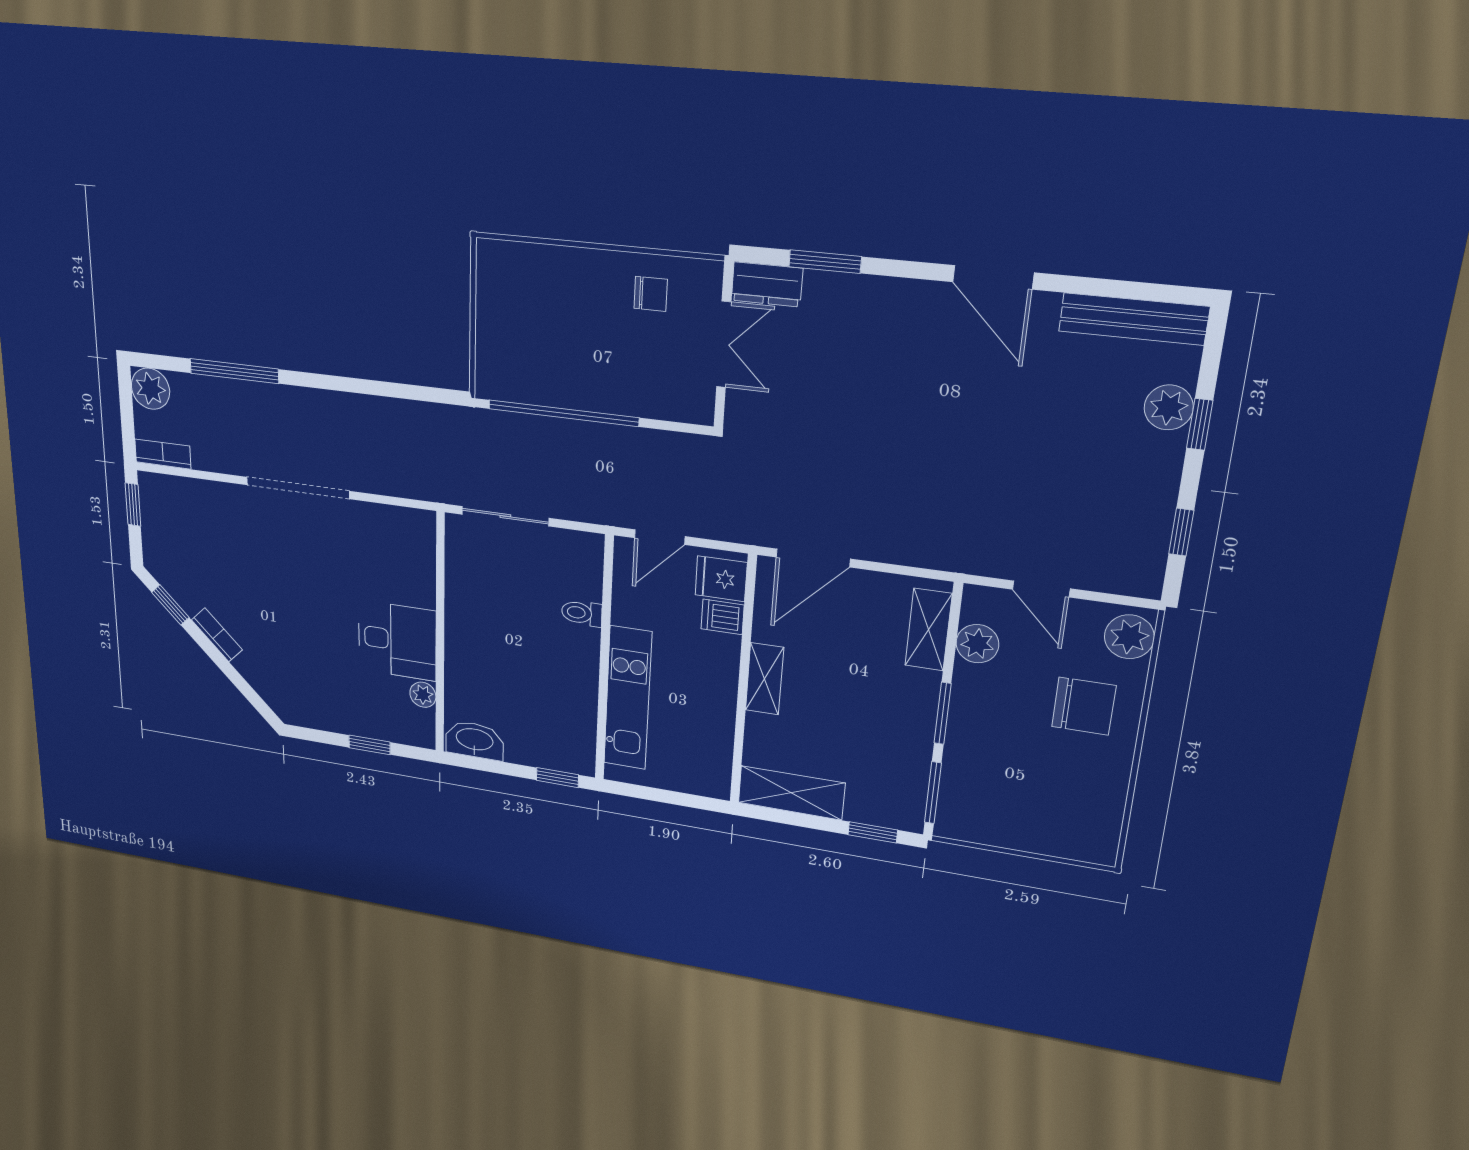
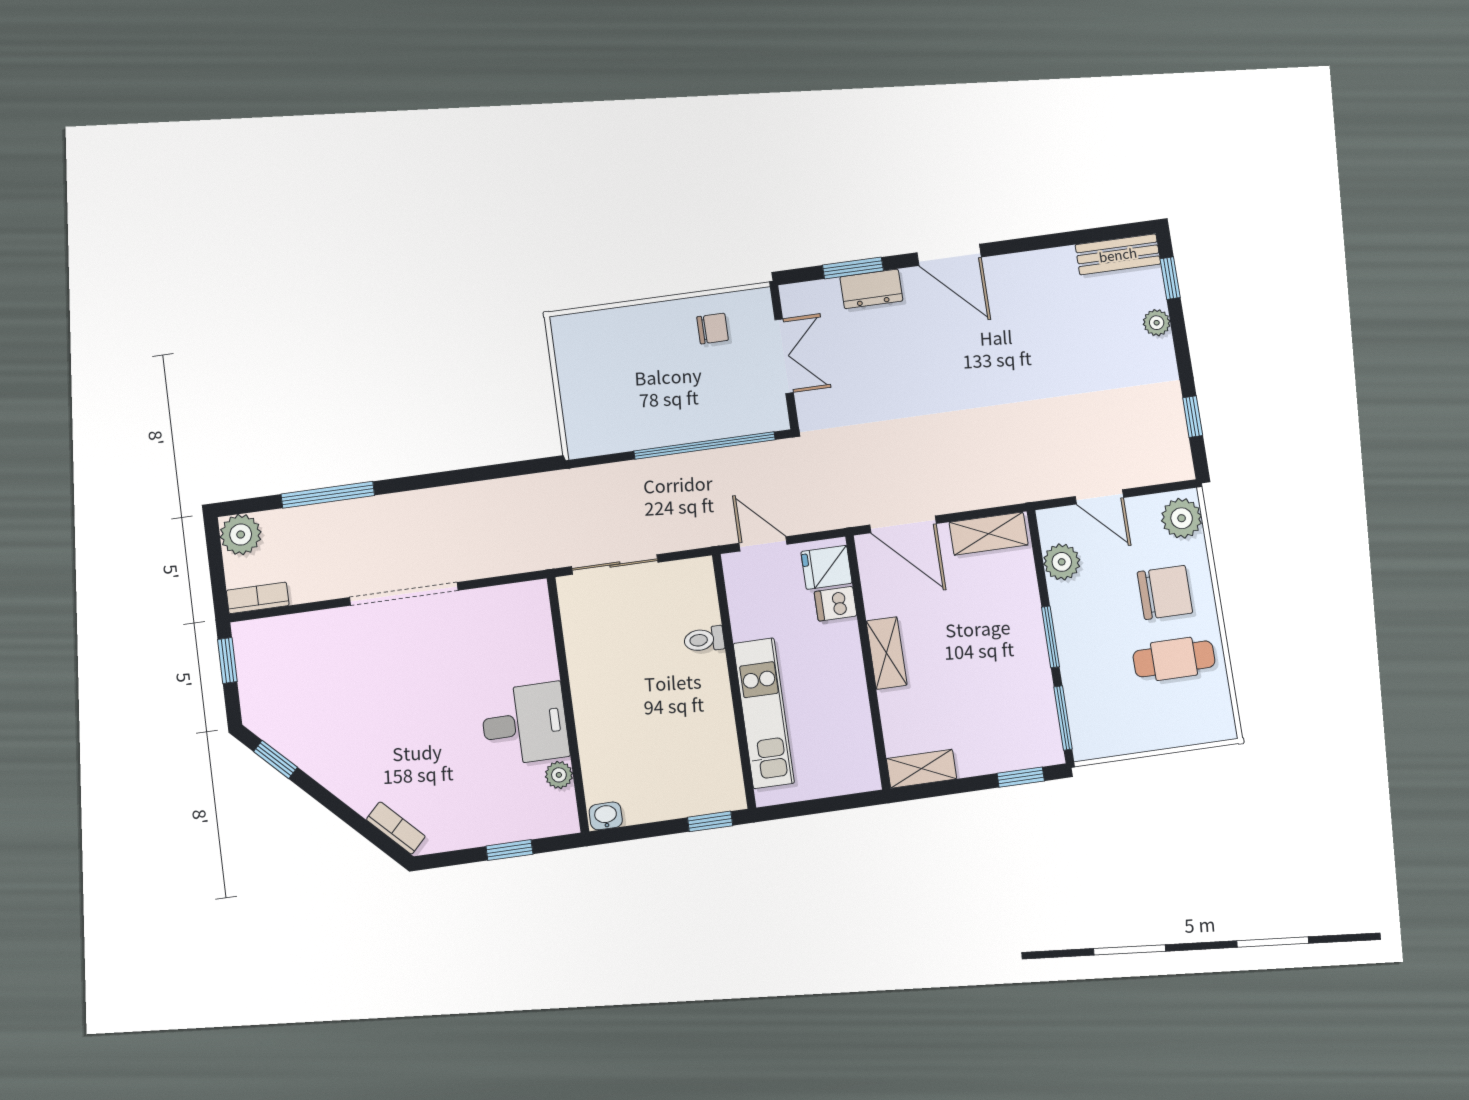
door: (993, 277) -> (949, 255), moved
dresser: (767, 284) -> (871, 289), moved
bench: (1134, 319) -> (1118, 254), width x0.73
plant: (1169, 407) -> (1157, 323), width x0.73, depth x0.73
window: (563, 413) -> (705, 445), moved
window: (1200, 424) -> (1170, 278), moved
door: (660, 537) -> (763, 544), swing flipped
door: (813, 558) -> (903, 524), hinge flipped
shelving: (928, 630) -> (989, 534), moved, turned 90
bookcase: (217, 635) -> (396, 828), moved
washbasin: (475, 740) -> (606, 816), width x0.52, depth x0.69
cafe table: (1072, 773) -> (1174, 659), added
shelving: (791, 793) -> (921, 769), width x0.67, depth x0.75

